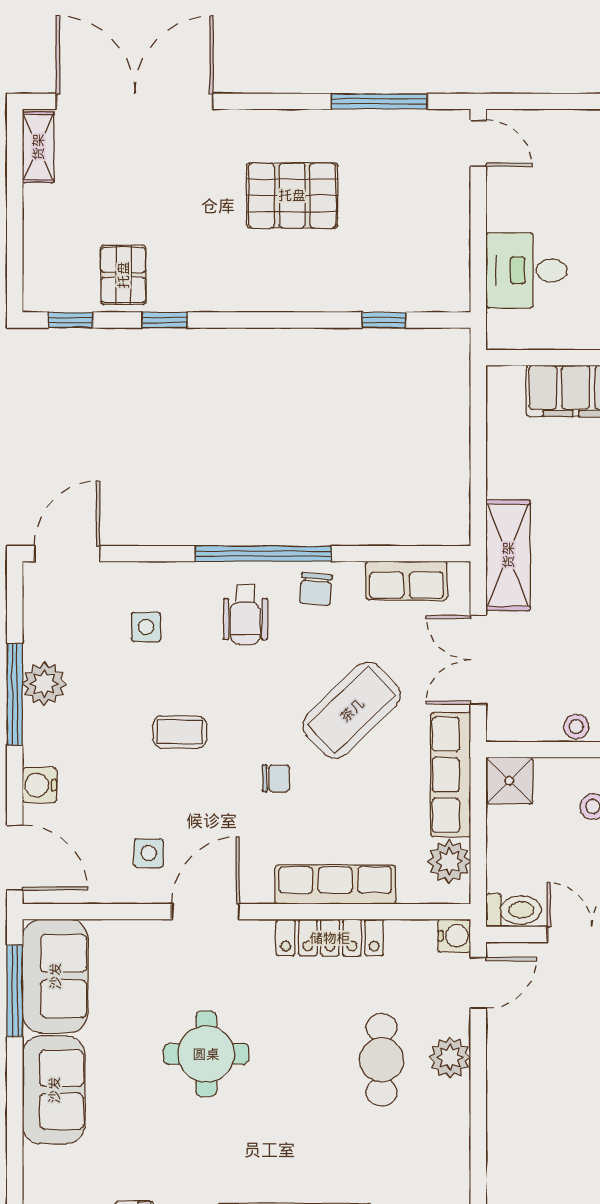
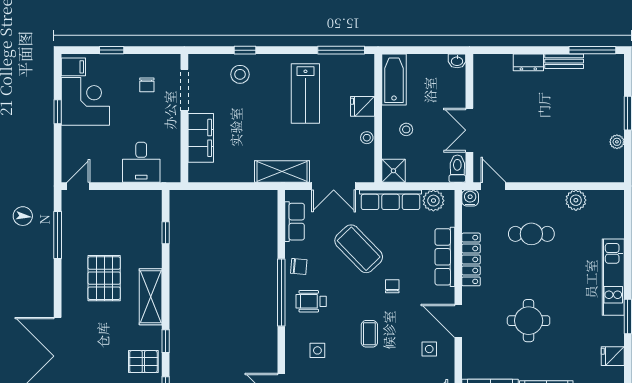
shelving: (255, 290) -> (151, 297), added
wheelchair: (245, 614) -> (311, 301), turned 180
plant: (450, 1057) -> (576, 200), moved

